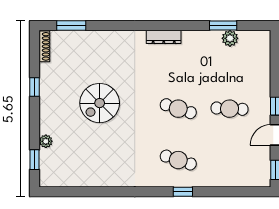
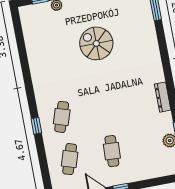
dresser: (164, 37) -> (163, 97), moved
cafe table: (178, 109) -> (70, 159), moved

